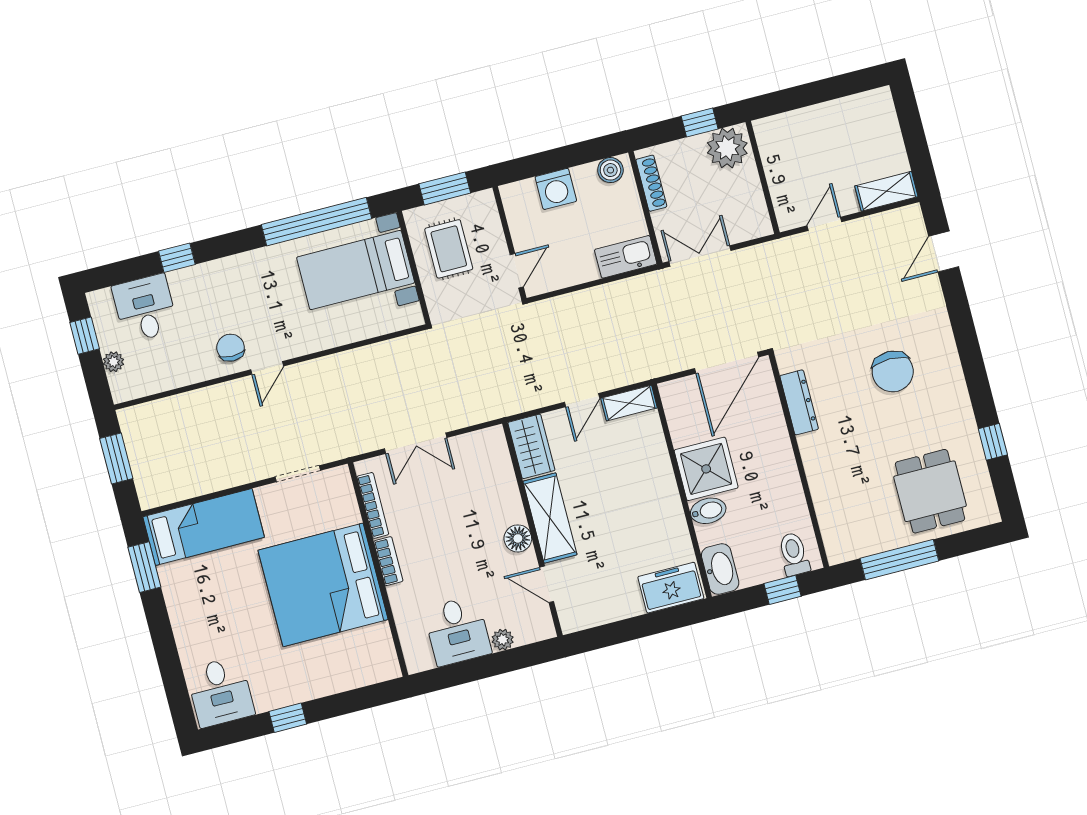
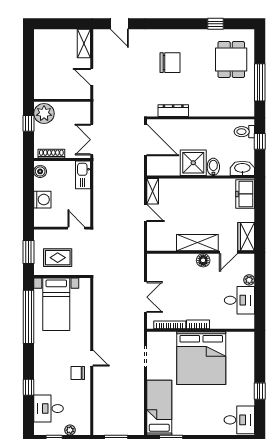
wardrobe: (531, 446) -> (246, 237), moved, turned -90
dining table: (930, 491) -> (231, 60), turned 90

